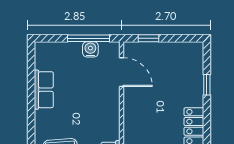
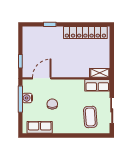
chair: (81, 89) -> (52, 104), added
row of seats: (44, 90) -> (40, 127), moved

